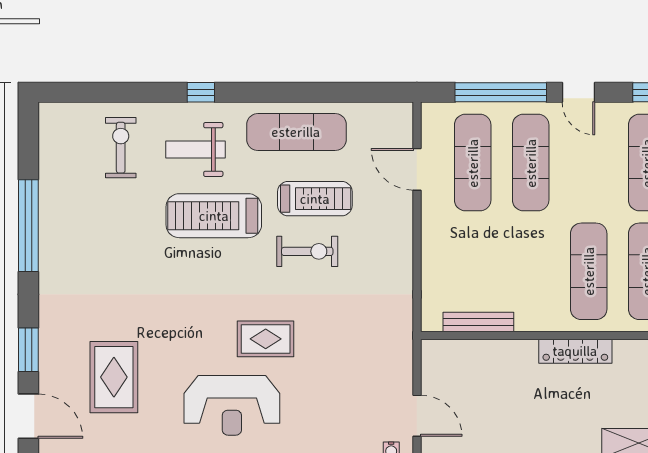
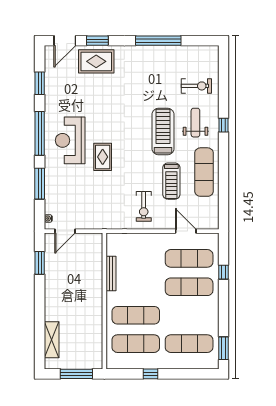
window: (501, 92) -> (224, 272), width x0.32
door: (578, 92) -> (224, 310), removed
door: (417, 169) -> (186, 231), hinge flipped
exercise bike: (307, 251) -> (144, 206), moved
bench: (478, 322) -> (111, 273), moved
locker: (575, 351) -> (97, 309), removed
rug: (114, 377) -> (96, 61), moved

